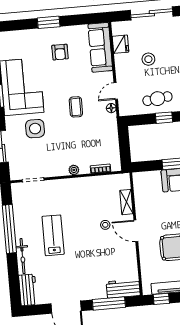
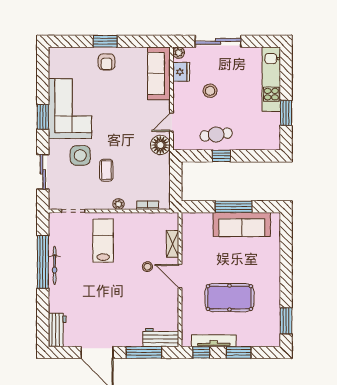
plant: (117, 27) -> (179, 53), added
armchair: (60, 52) -> (107, 62), moved
coffee table: (76, 107) -> (106, 170), moved
floor lamp: (111, 108) -> (160, 145), width x1.89, depth x1.89
lab bench: (53, 235) -> (103, 241), moved
bicycle: (23, 256) -> (55, 265), moved

